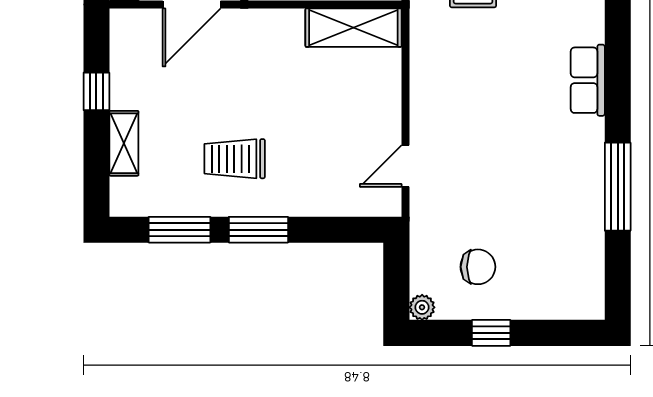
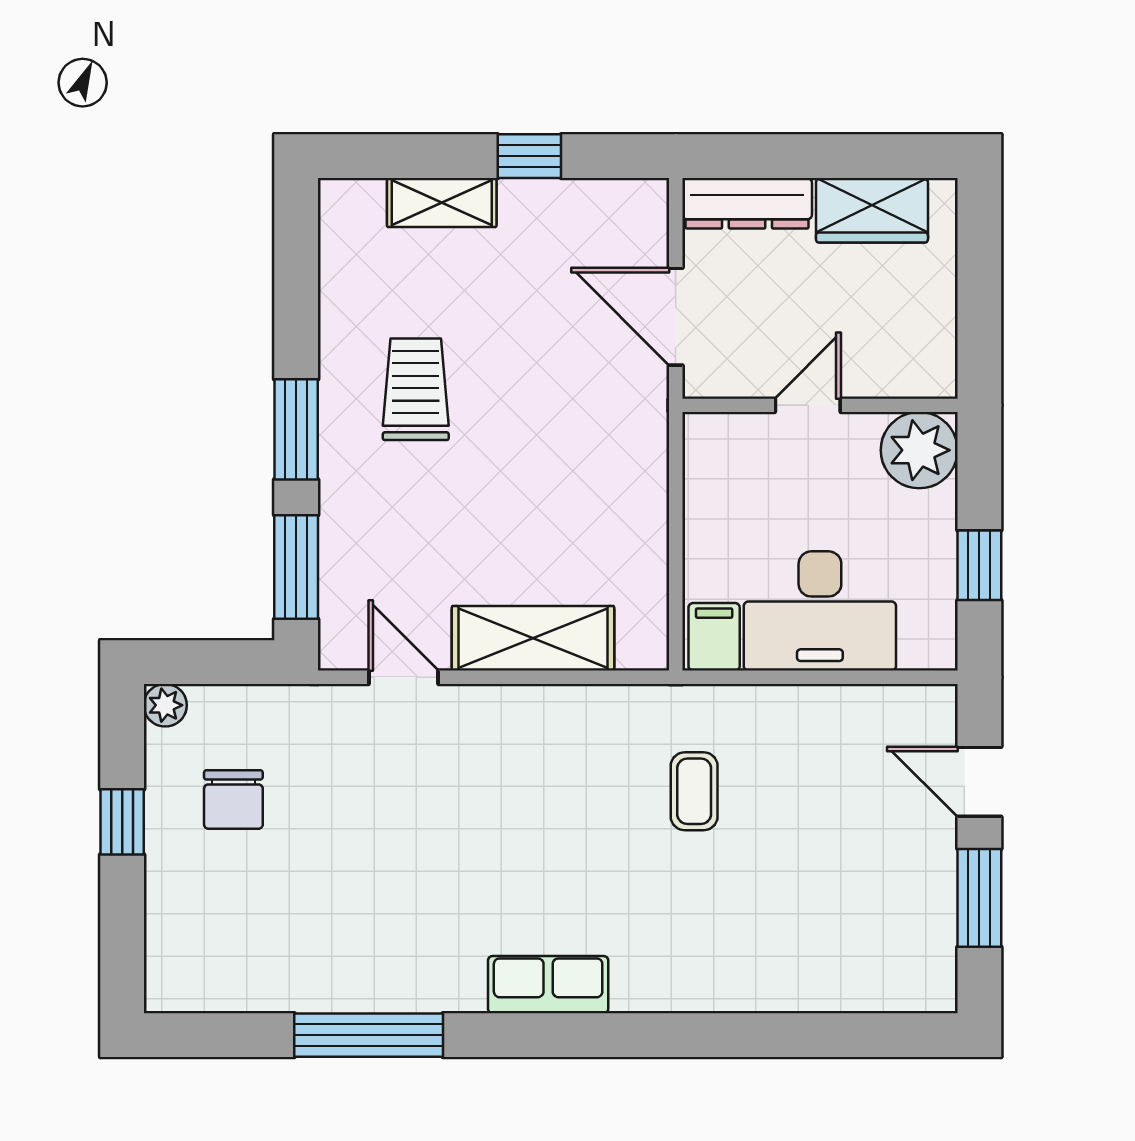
shelving: (353, 28) -> (533, 638), moved, turned 90
window: (179, 230) -> (296, 567), moved

